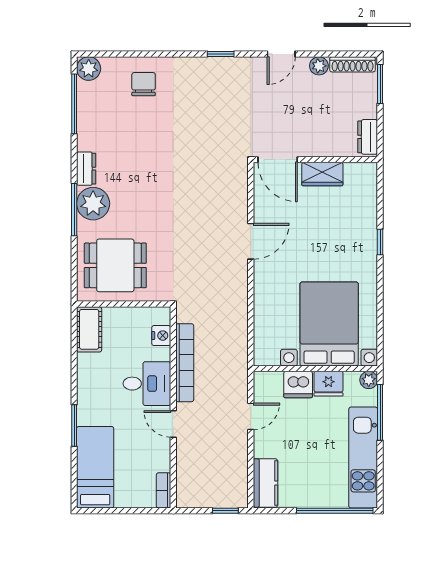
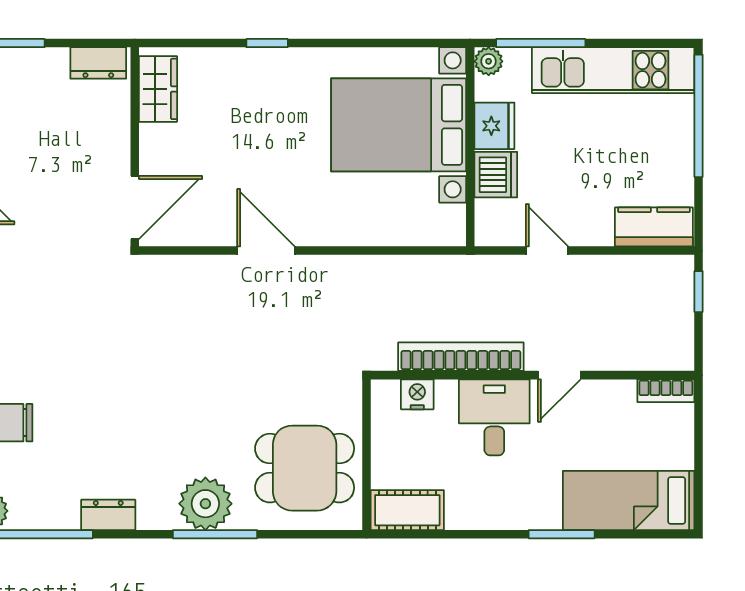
dresser: (86, 169) -> (108, 515), moved
wardrobe: (322, 174) -> (158, 89), moved
dining table: (115, 265) -> (305, 468), turned 90

